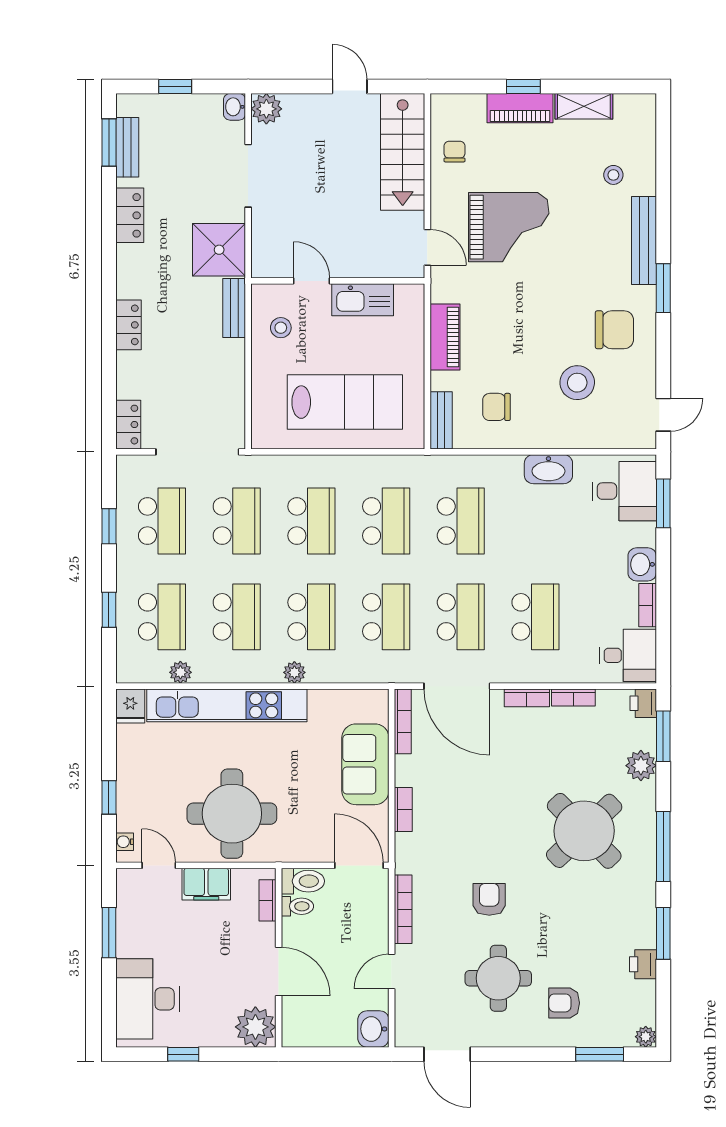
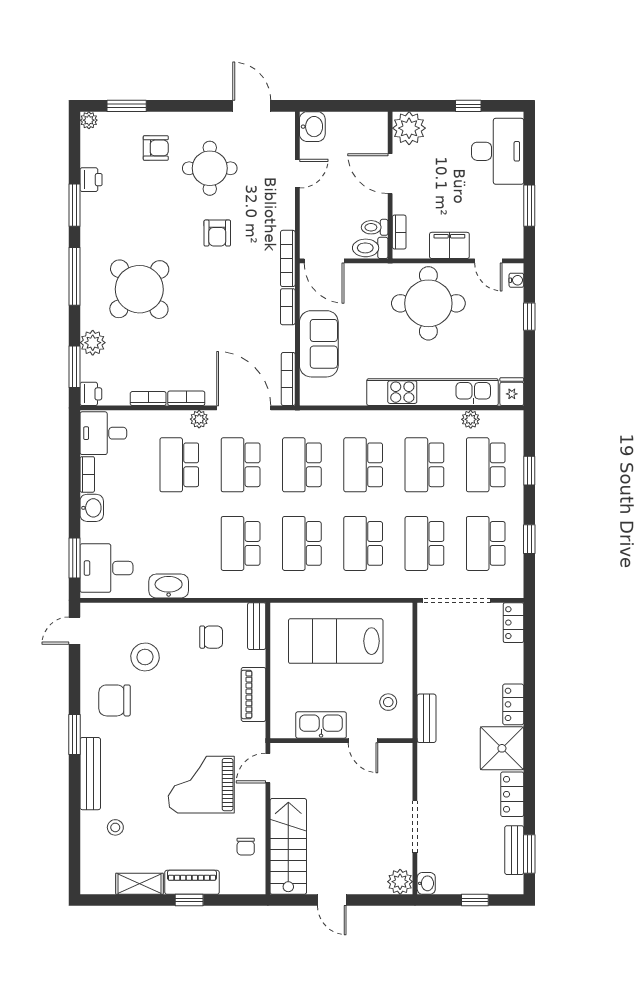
door: (427, 247) -> (268, 768), hinge flipped
shower: (219, 250) -> (502, 748), moved
plant: (294, 672) -> (199, 419), moved
bookcase: (403, 909) -> (288, 258), moved

